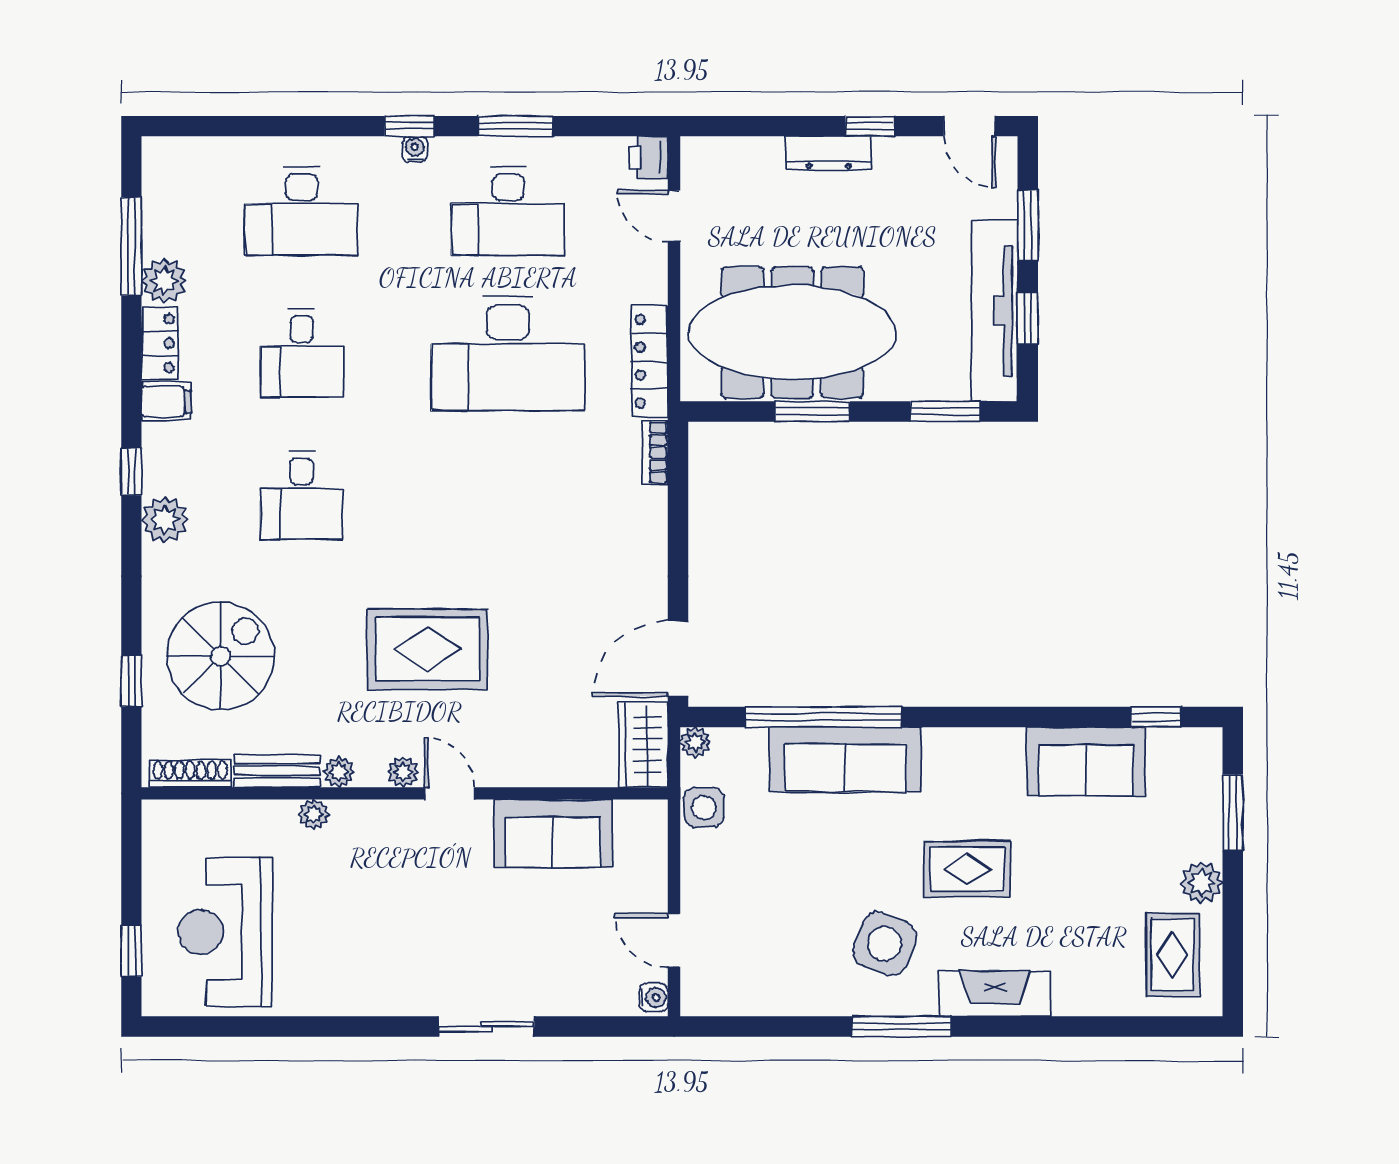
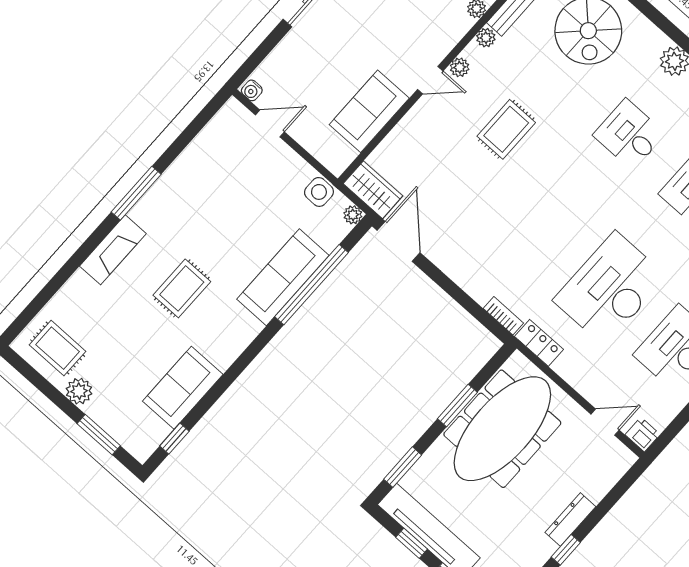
locker: (650, 361) -> (539, 343), width x0.66
rug: (427, 649) -> (506, 129), width x0.73, depth x0.70
side table: (884, 944) -> (181, 219), removed

